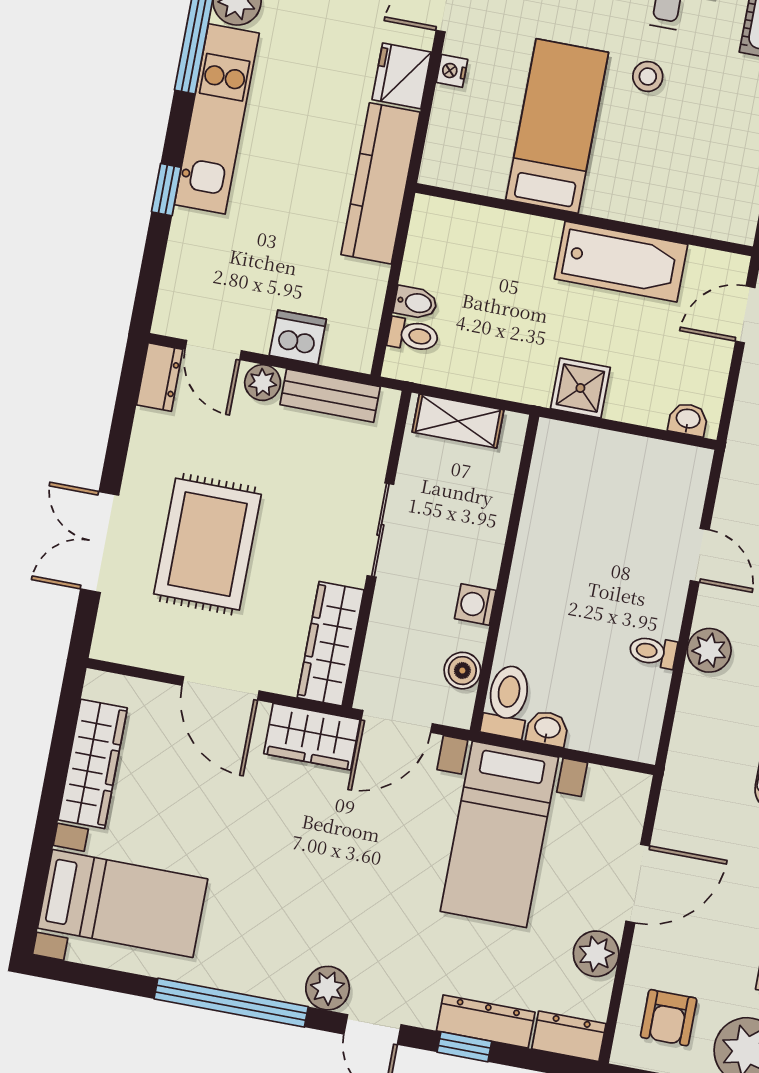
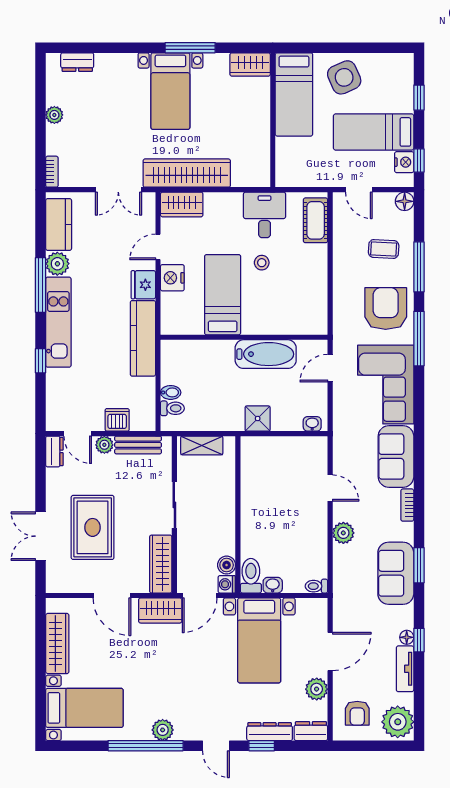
nightstand: (452, 71) -> (172, 278), width x1.89, depth x1.79
washing machine: (475, 605) -> (227, 584), moved
toilet: (653, 652) -> (316, 586), moved
plant: (328, 988) -> (163, 730), moved

